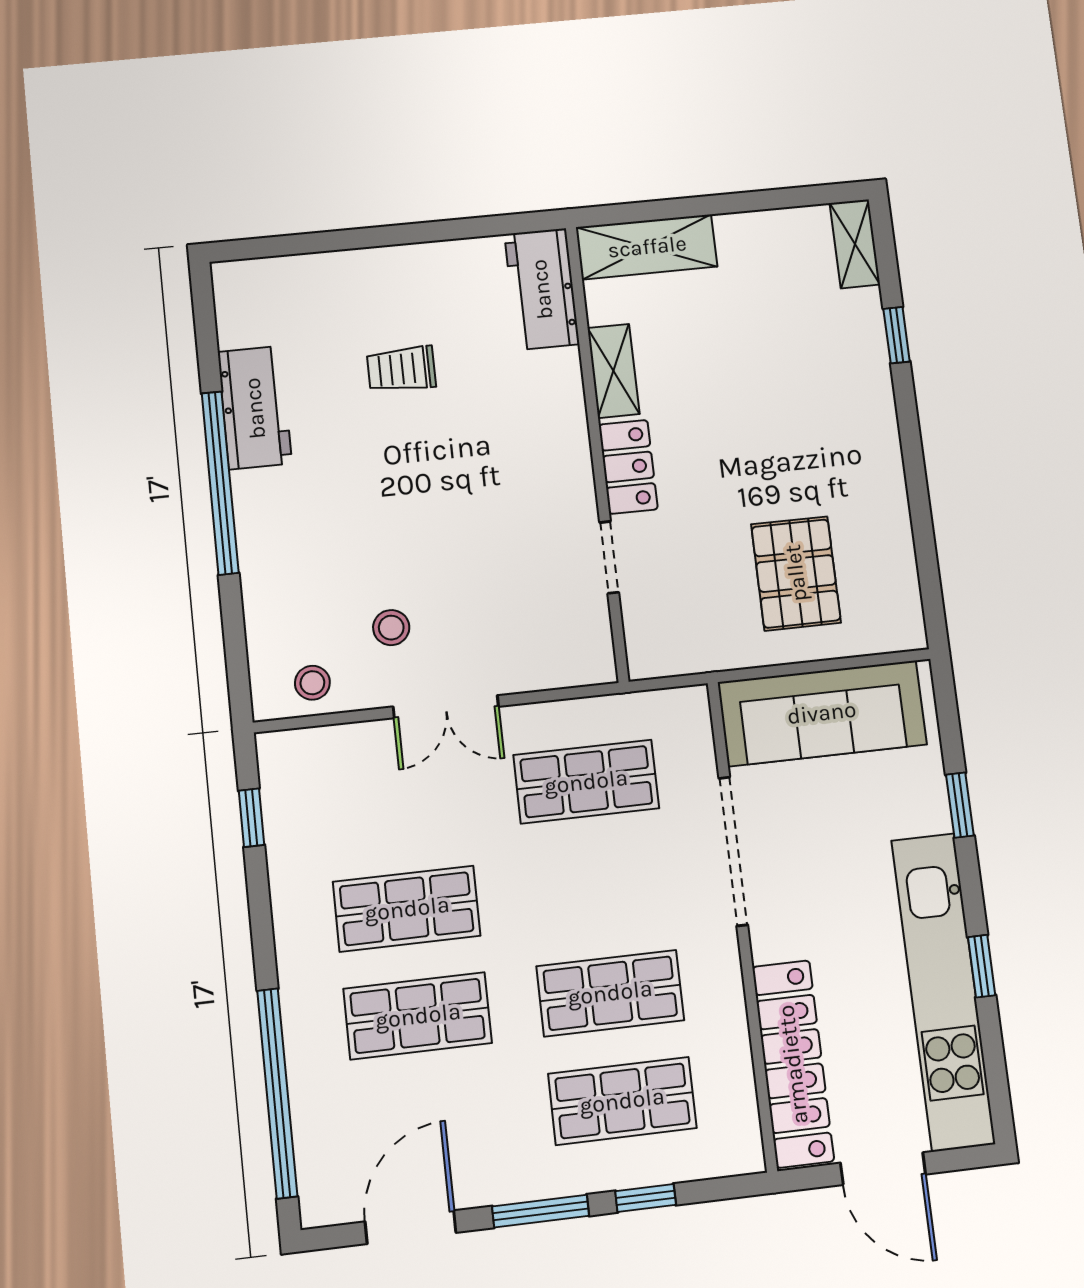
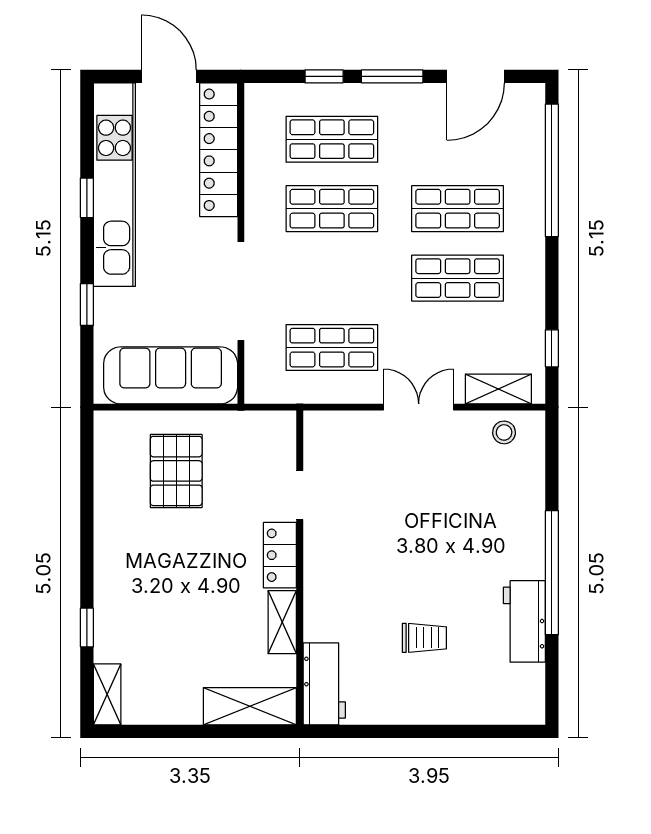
stool: (391, 628) -> (449, 463), removed
shelving: (327, 747) -> (498, 389), added

